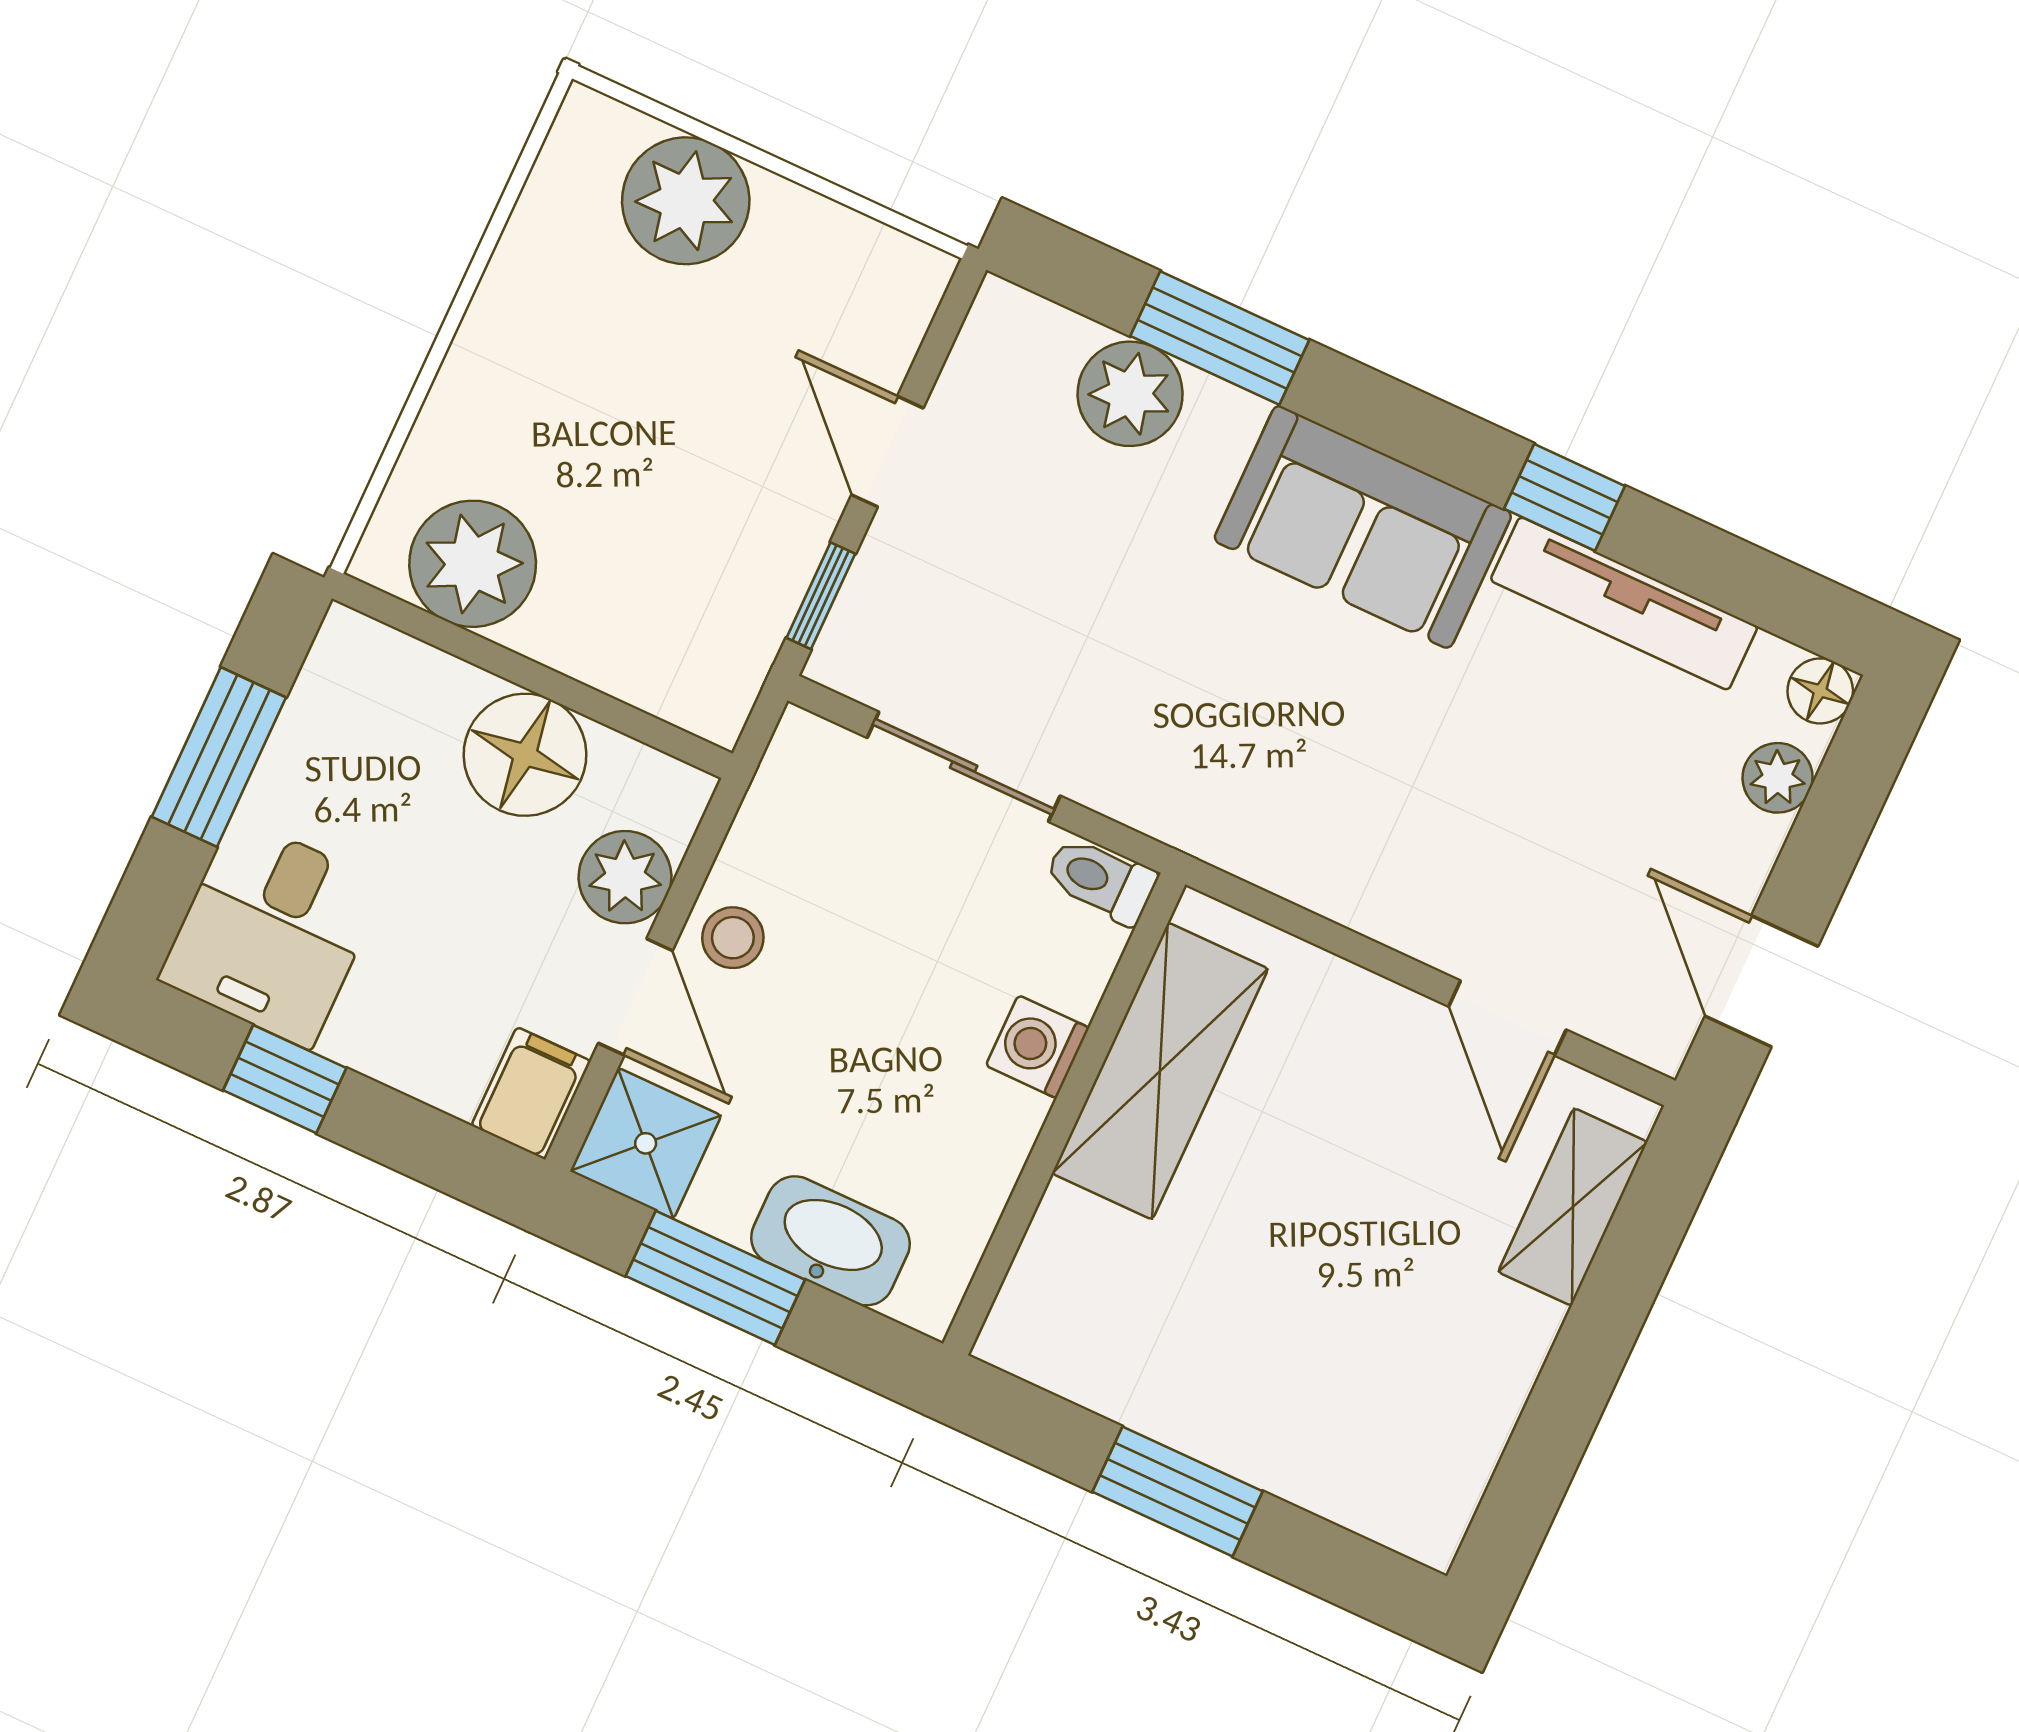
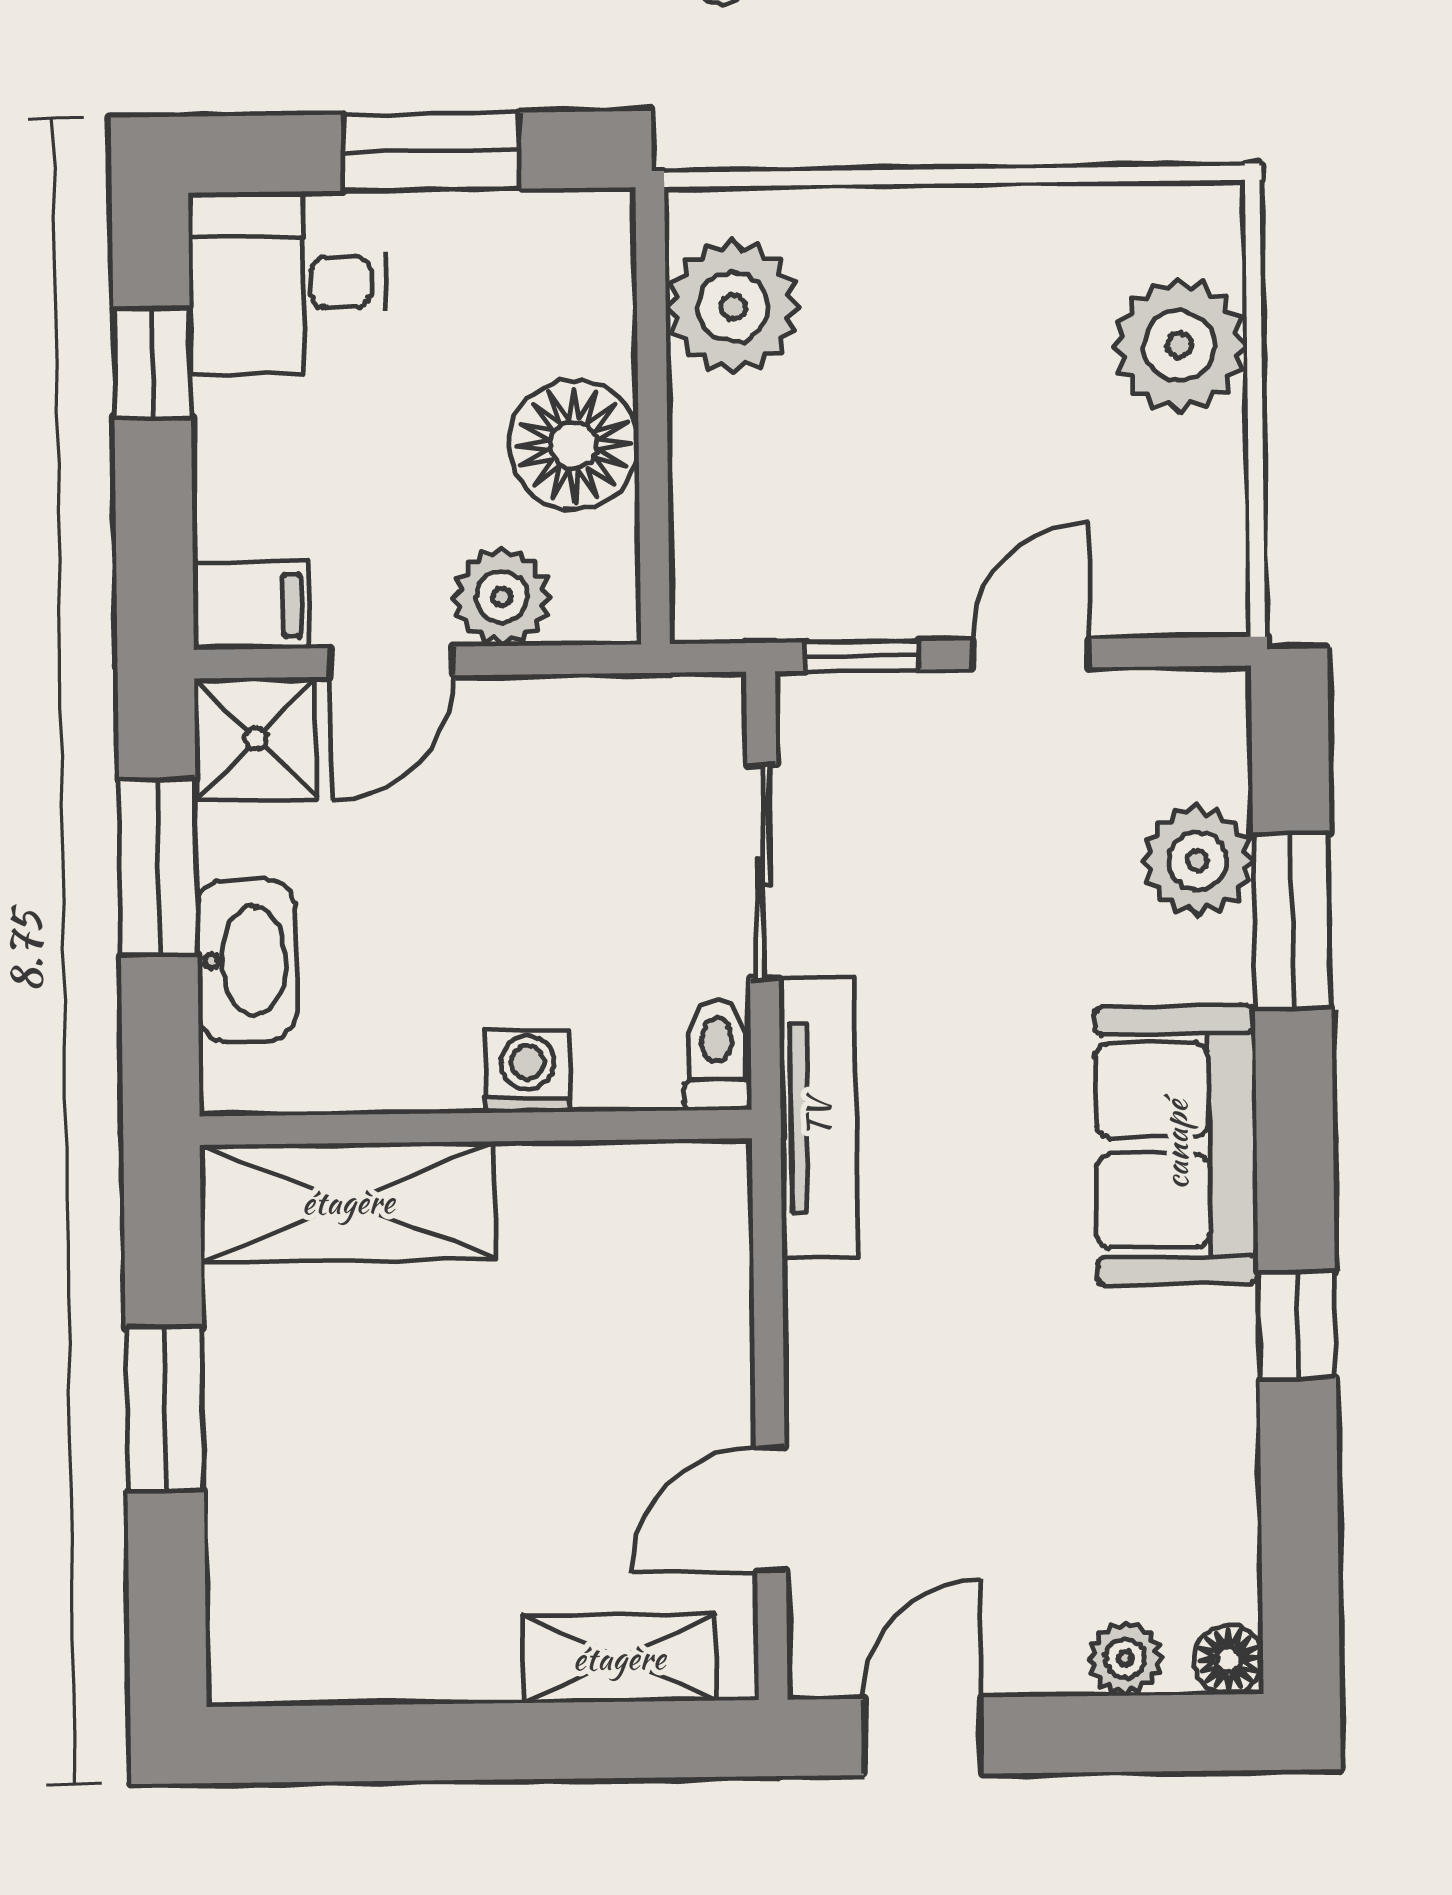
tv unit: (1624, 604) -> (818, 1118), moved, turned 180
stool: (733, 938) -> (493, 728), removed
shelving: (1160, 1071) -> (348, 1202), moved

